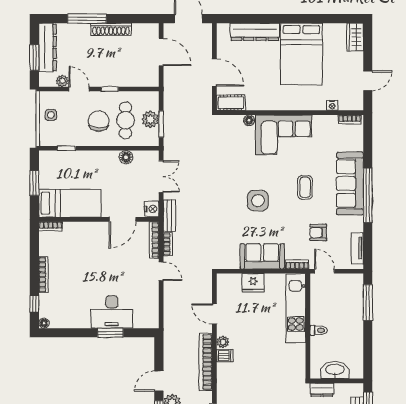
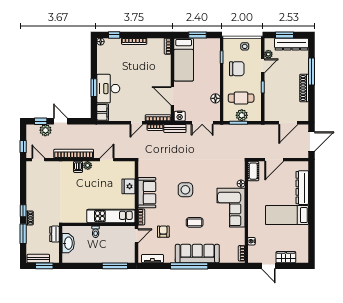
wardrobe: (355, 37) -> (286, 257), moved
bed: (301, 54) -> (287, 215), width x0.67
chair: (99, 121) -> (237, 69), moved
filing cabinet: (146, 320) -> (103, 112), added

